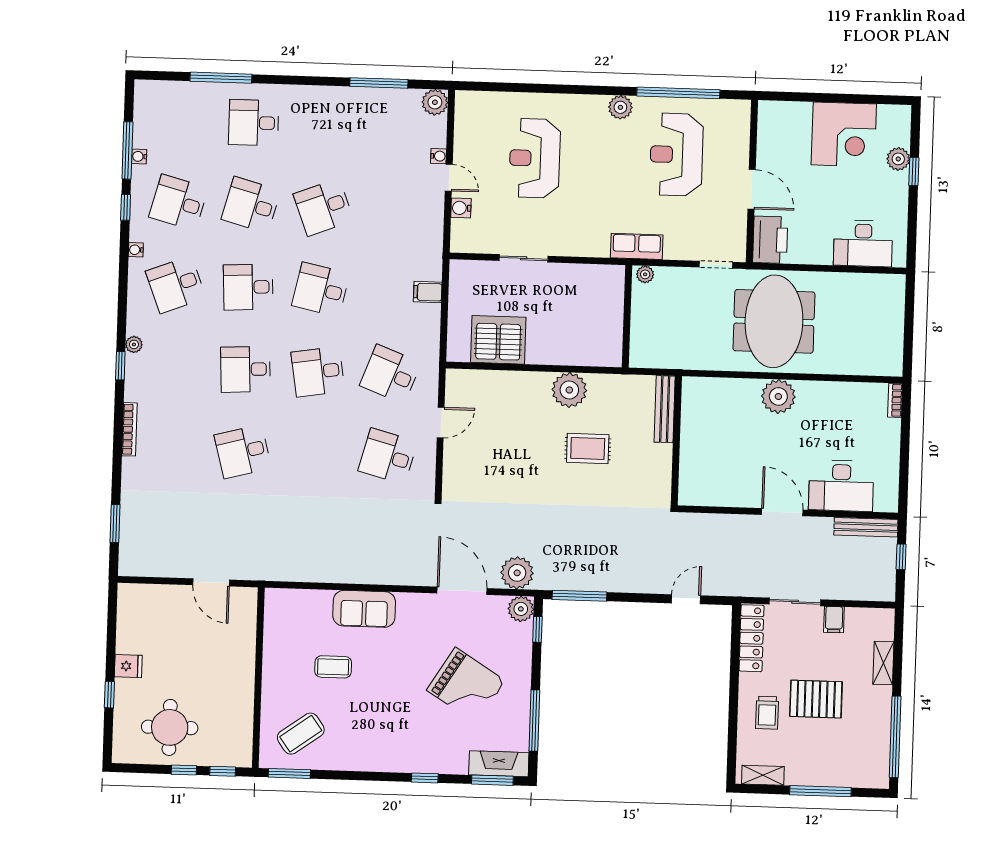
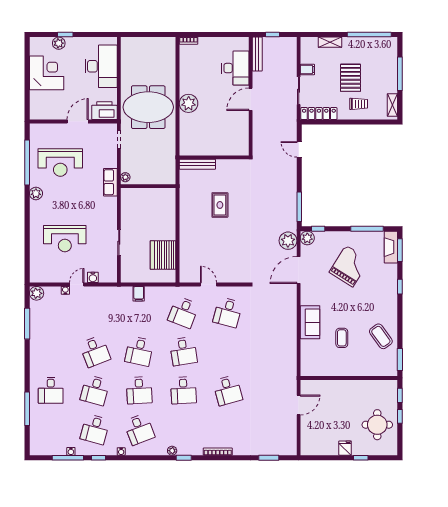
desk: (863, 243) -> (101, 66), width x1.36, depth x1.30
plant: (569, 390) -> (189, 216), removed
coffee table: (301, 734) -> (381, 336), moved

